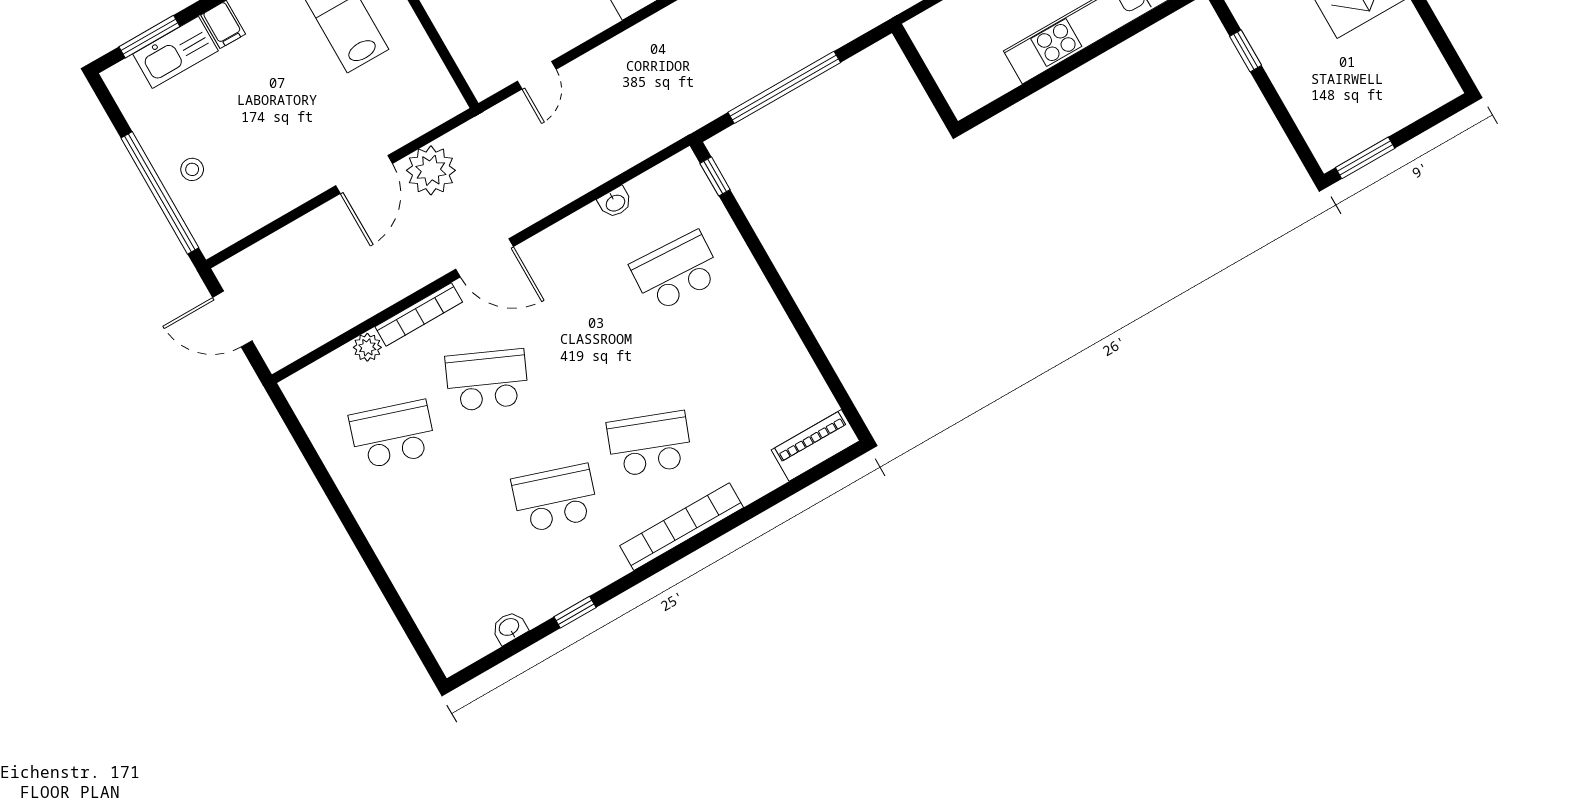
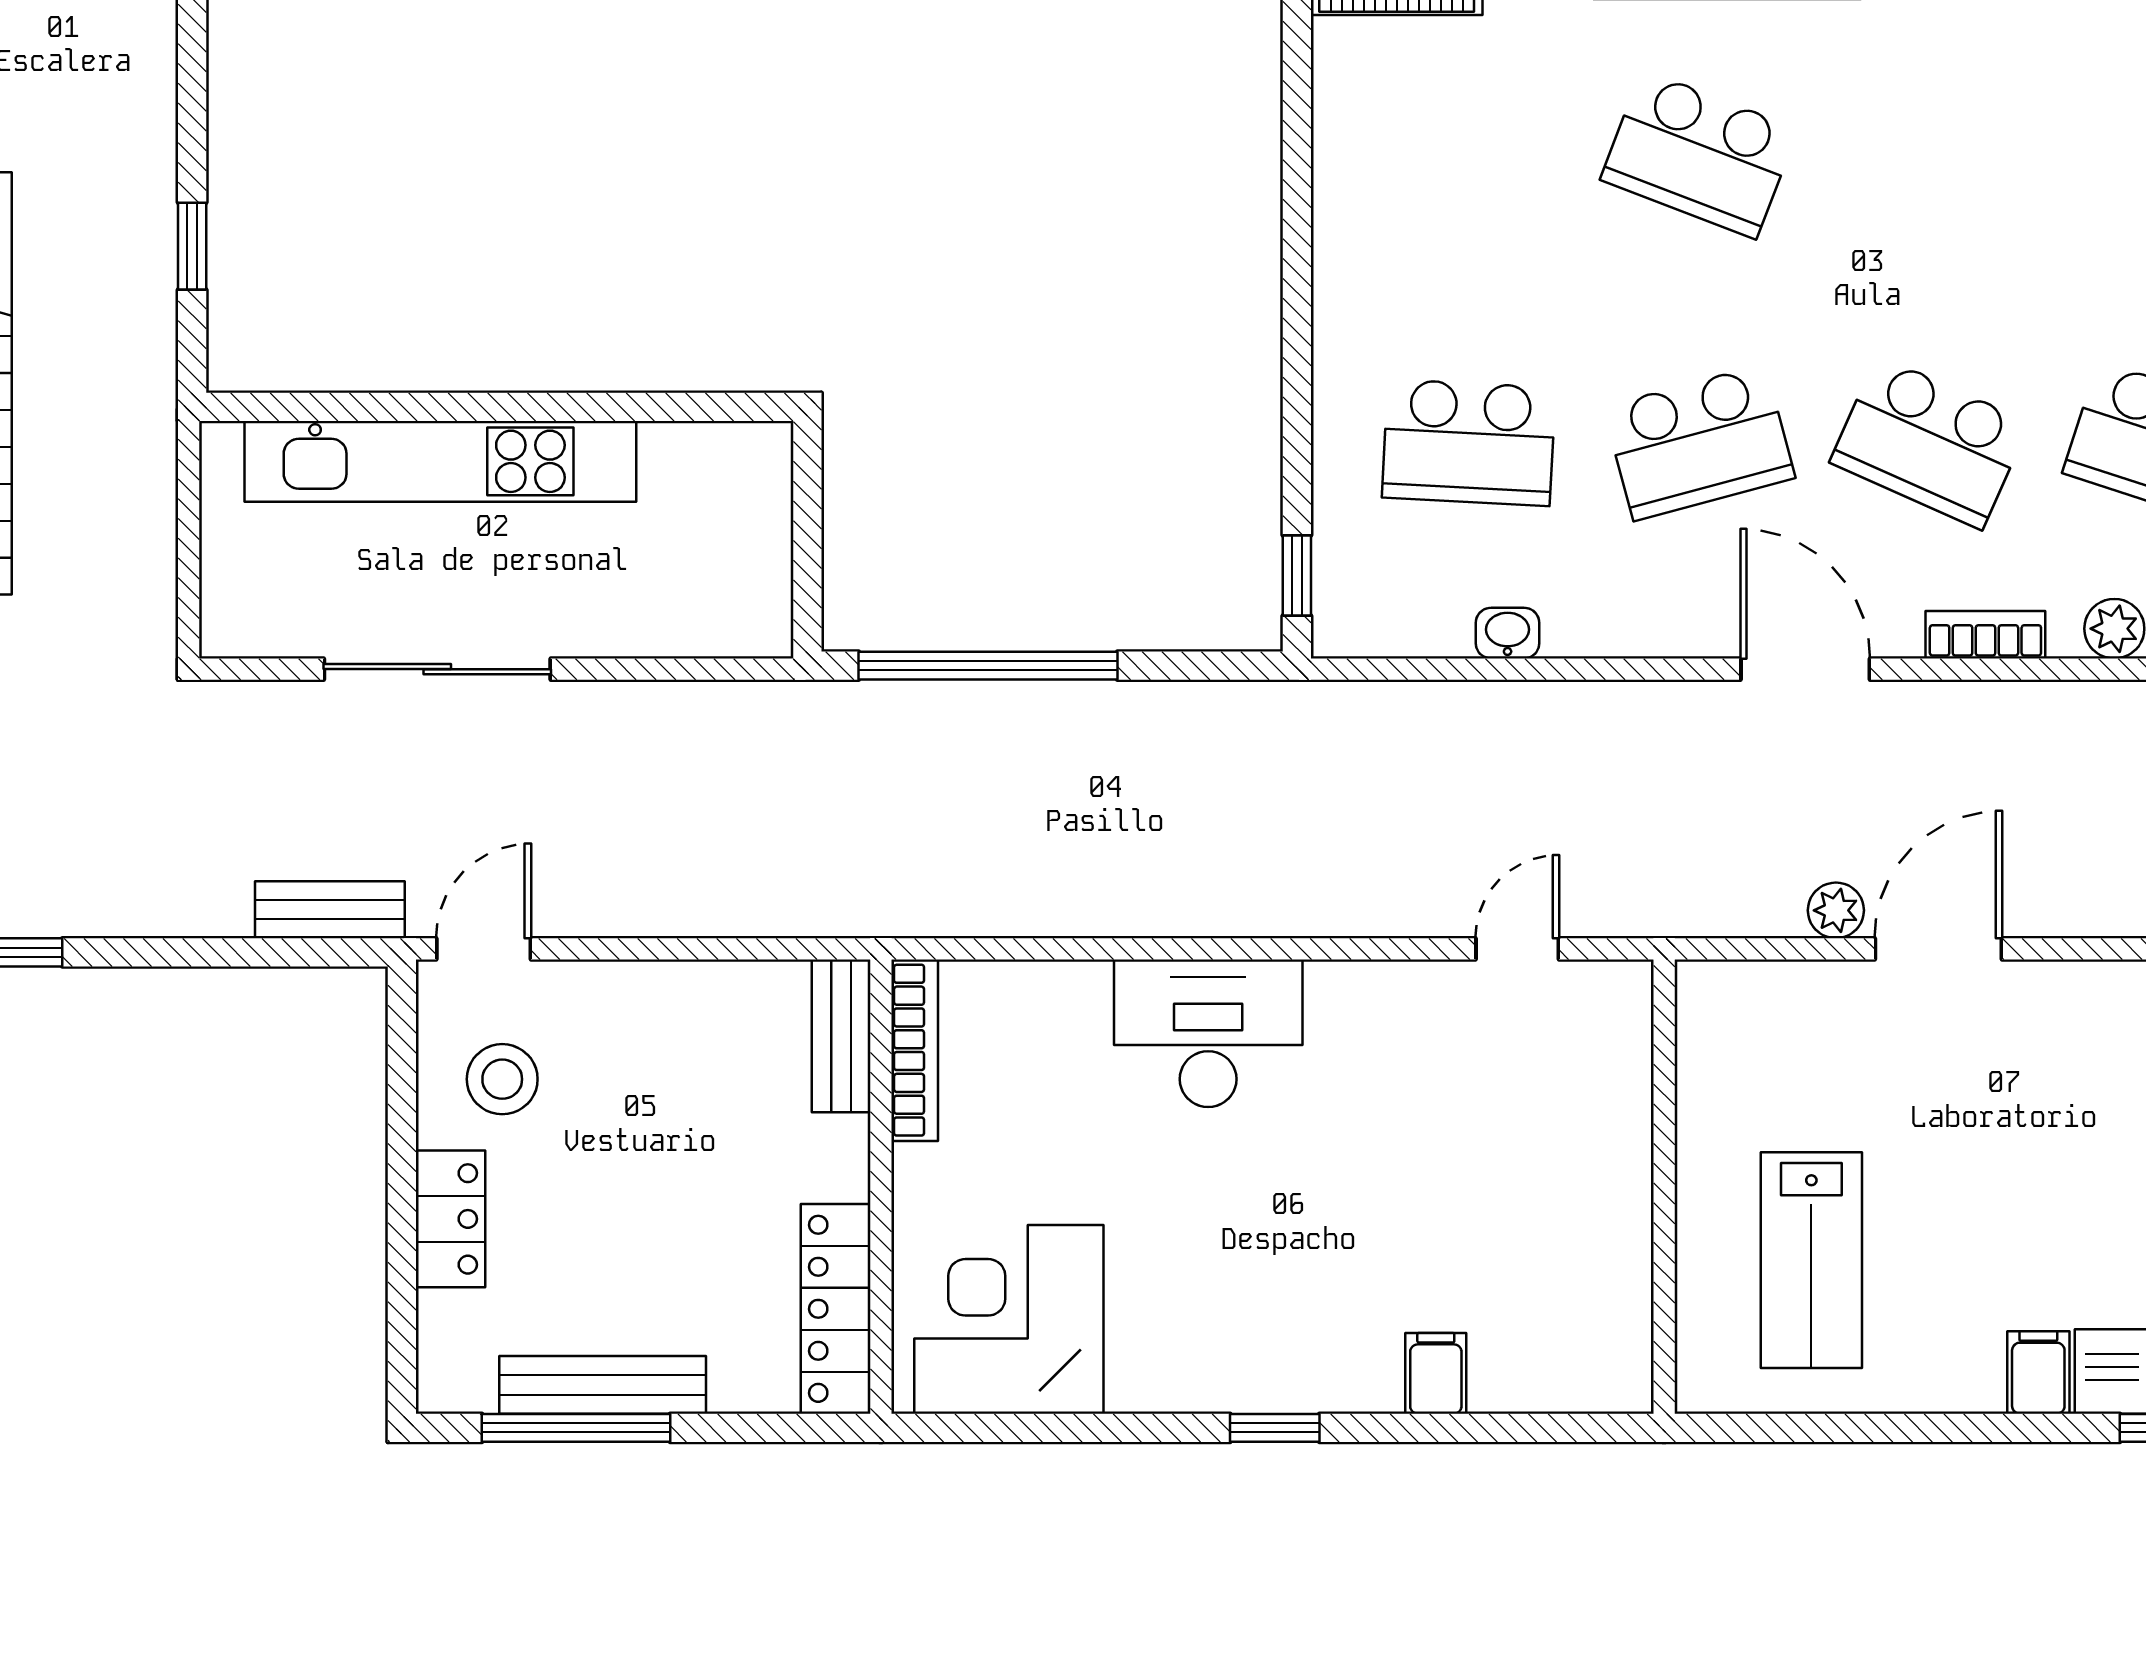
window: (784, 87) -> (988, 666), moved
plant: (431, 170) -> (1836, 910), width x0.53, depth x0.53
bookcase: (419, 314) -> (1985, 635), width x0.64
school desk: (555, 498) -> (1699, 443), moved, turned -33

